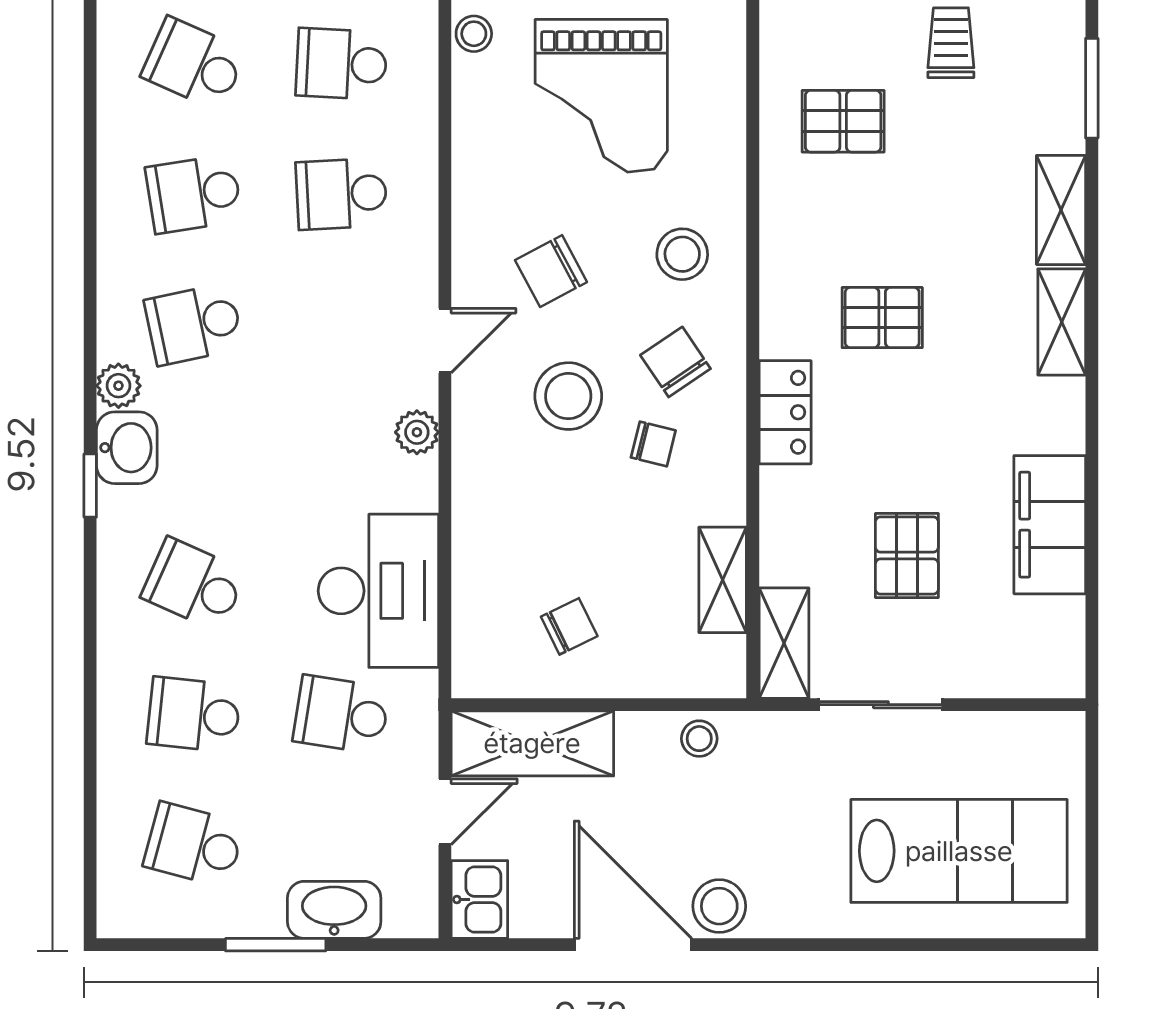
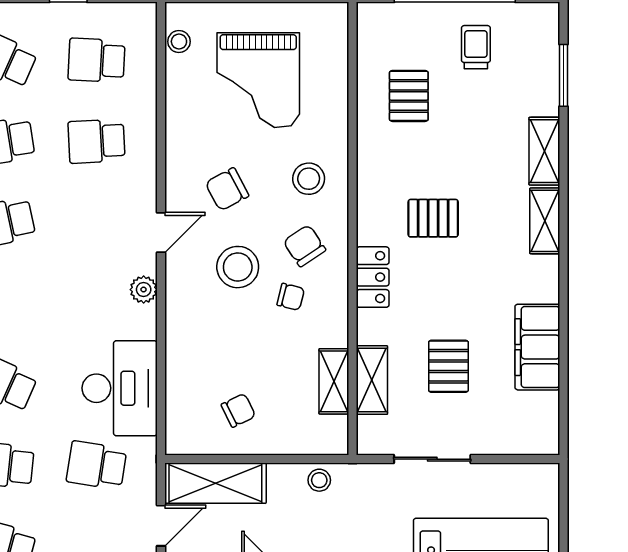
pallet: (843, 121) -> (409, 96), turned 90
shelving: (784, 643) -> (372, 380), moved

